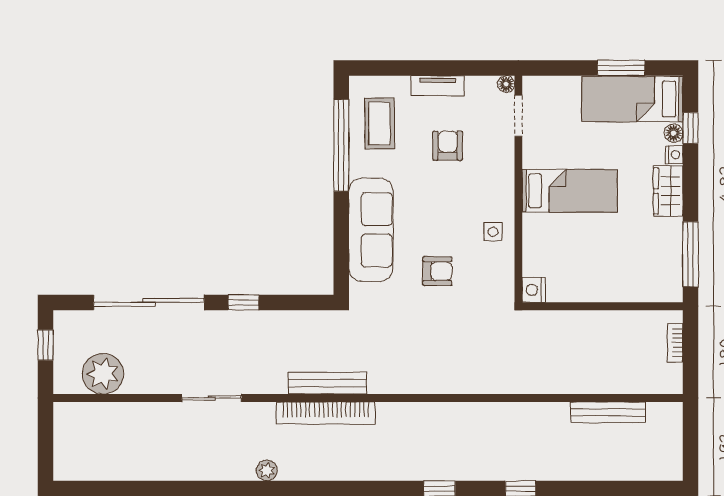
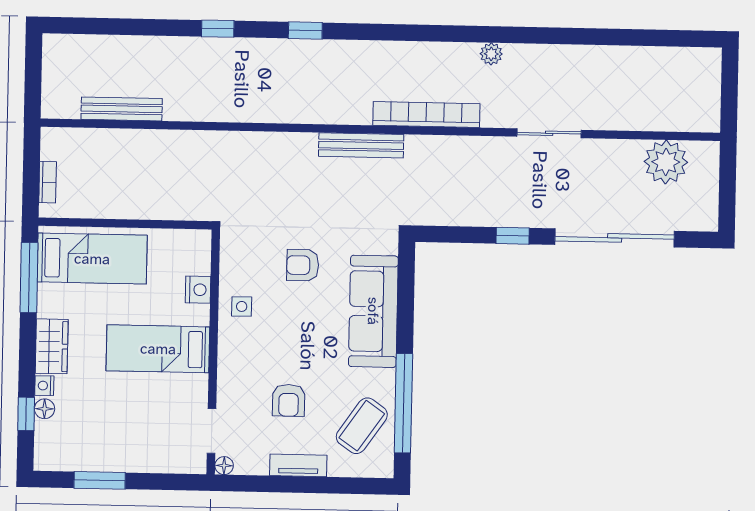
bed: (632, 99) -> (92, 259), moved
coffee table: (379, 124) -> (362, 426), turned 35
nightstand: (534, 290) -> (198, 290), moved
window: (46, 345) -> (727, 194), removed
bench: (327, 383) -> (361, 145), moved

